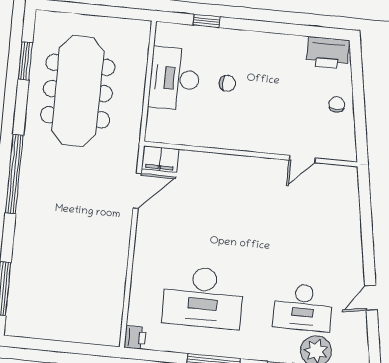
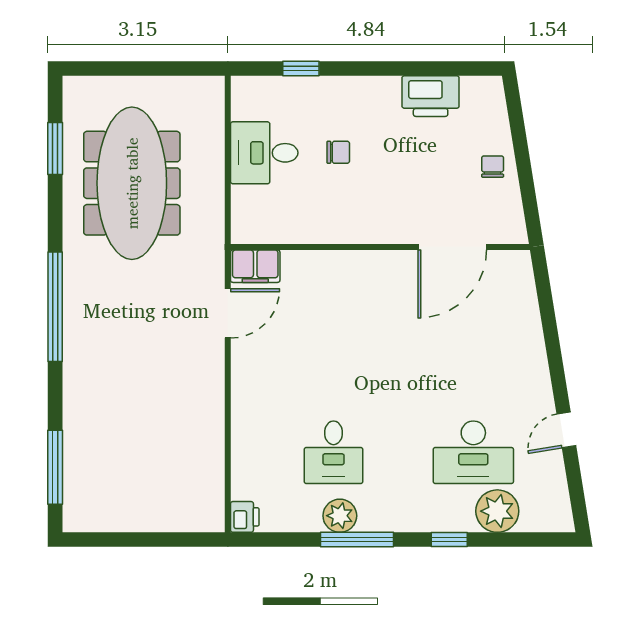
printer: (328, 53) -> (431, 96), moved
desk: (175, 79) -> (264, 153), width x0.73
door: (302, 159) -> (452, 247), width x1.87
desk: (203, 297) -> (333, 452), width x0.53, depth x0.77
plant: (203, 343) -> (340, 516), added

